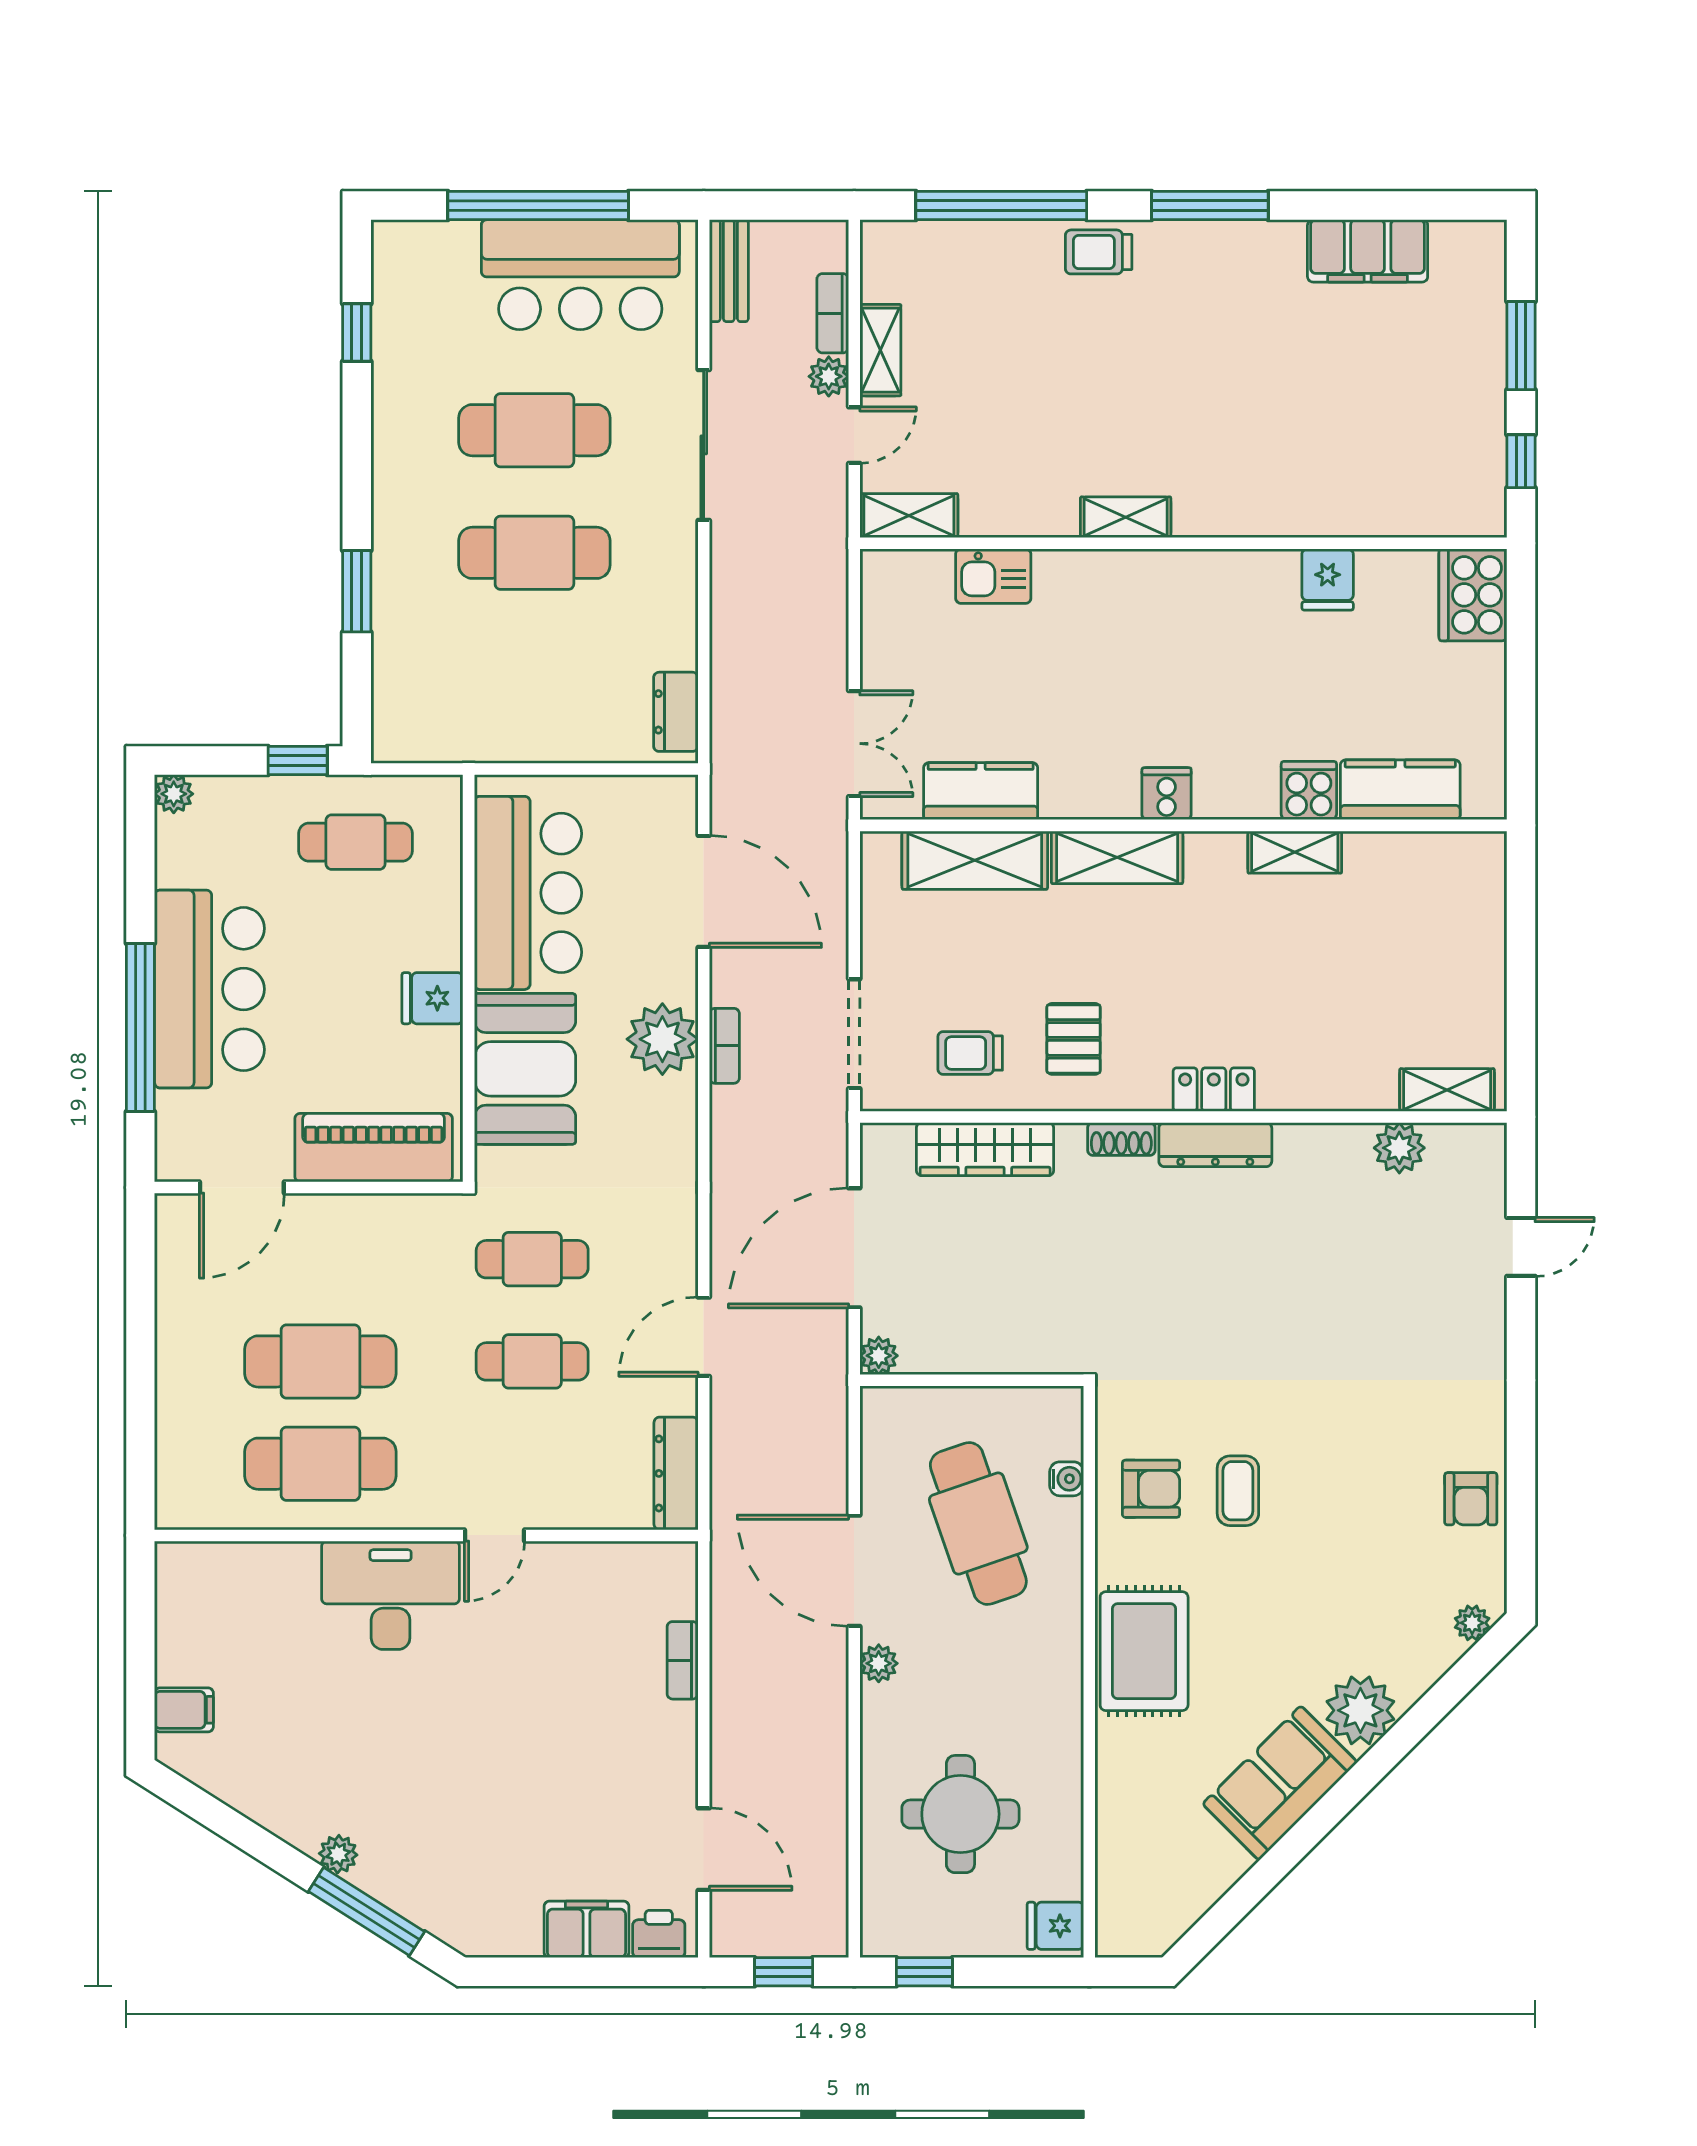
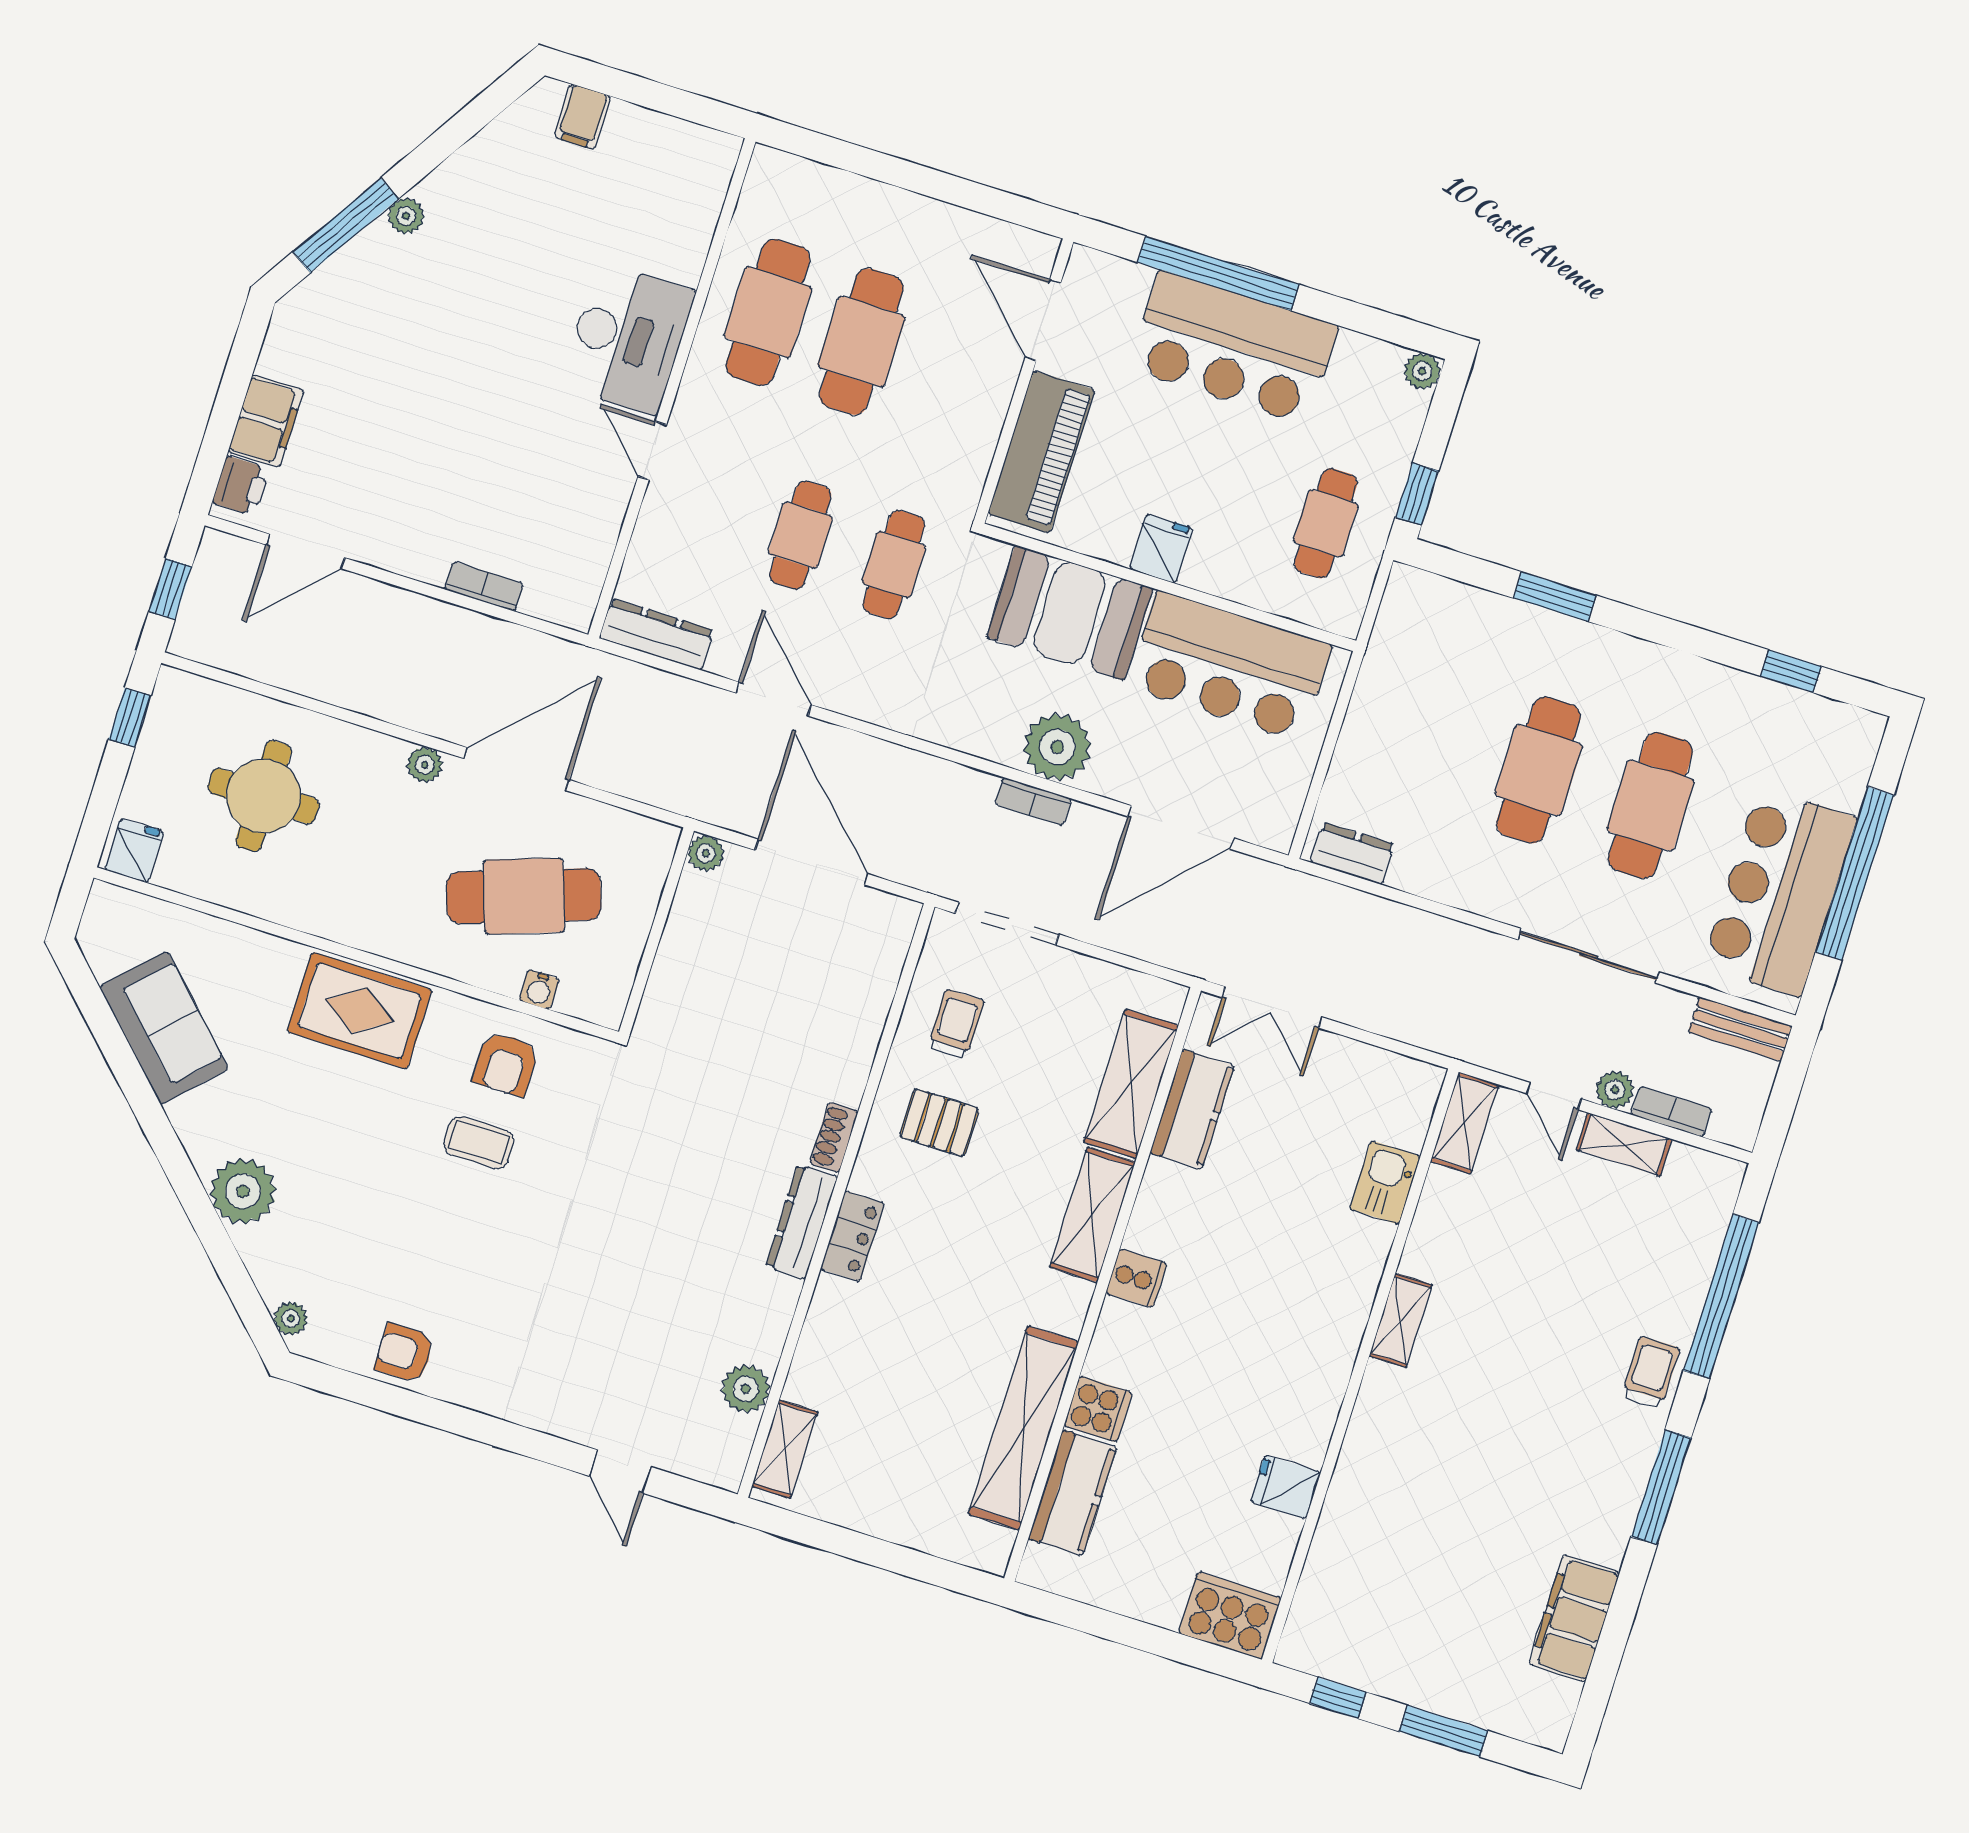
shelving: (1295, 852) -> (1023, 1428), width x2.20, depth x1.33
wardrobe: (985, 1149) -> (864, 1010), removed
sofa: (1280, 1783) -> (164, 1028), moved

